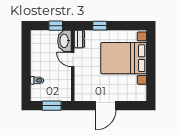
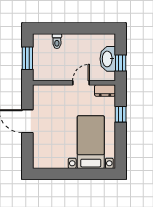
washbasin: (64, 41) -> (108, 59), moved, turned -90
bed with nightstands: (124, 58) -> (91, 142), width x0.73

